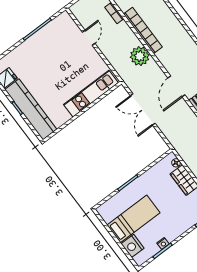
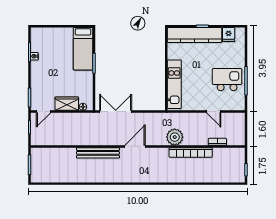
kitchen island: (50, 48) -> (227, 80), added
door: (176, 86) -> (135, 146), hinge flipped
double door: (143, 110) -> (116, 112), moved
bed: (134, 219) -> (83, 49), moved
nightstand: (133, 246) -> (48, 34), removed

